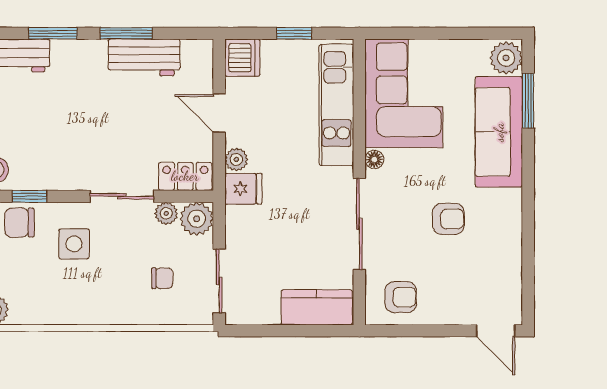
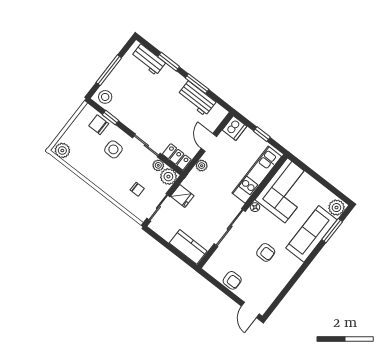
fridge: (243, 189) -> (182, 196), moved
armchair: (401, 297) -> (232, 280), moved

